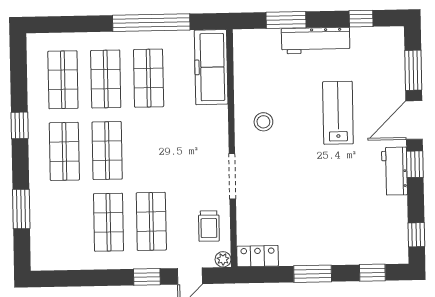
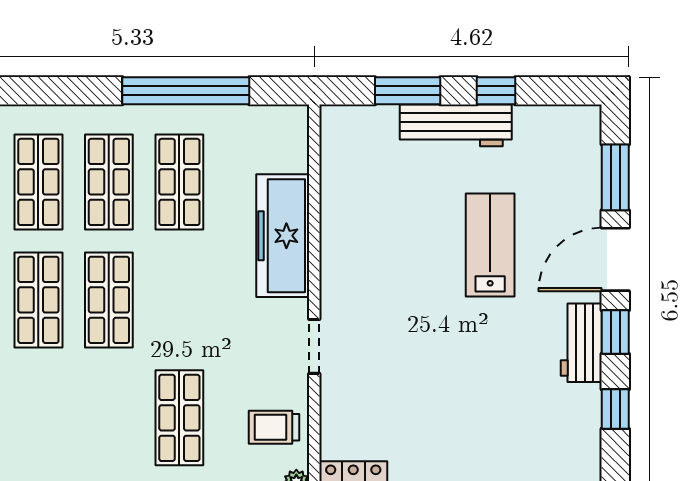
window: (361, 19) -> (496, 91), moved
freezer: (211, 67) -> (283, 236), moved
stool: (263, 122) -> (367, 257), removed
doorway: (232, 176) -> (314, 346), width x0.73
shop shelf: (108, 222) -> (109, 418), removed
trolley: (209, 226) -> (274, 427), turned 90
window: (416, 235) -> (615, 409), moved

